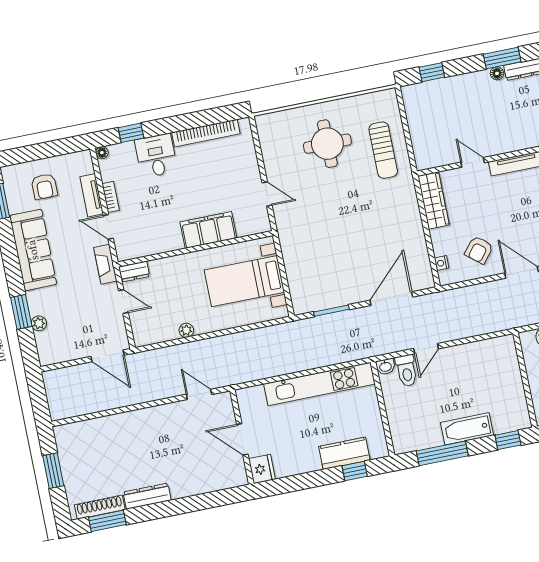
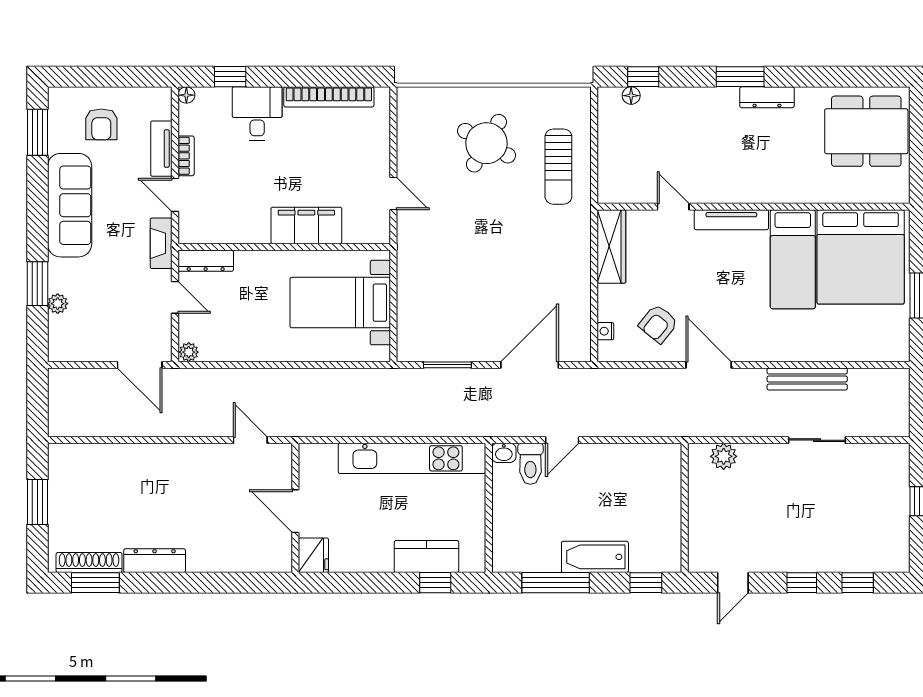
floor lamp: (497, 73) -> (631, 96), moved
round table: (327, 144) -> (486, 143), turned 30
dresser: (134, 272) -> (206, 261), width x1.44
plant: (186, 330) -> (189, 352), moved

